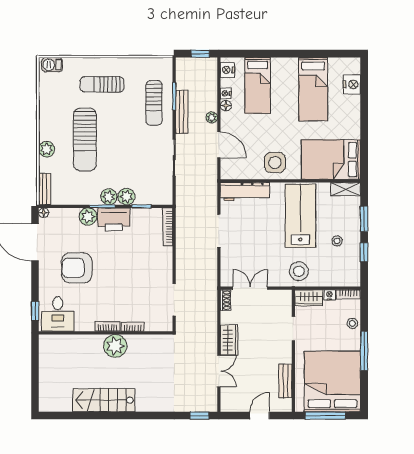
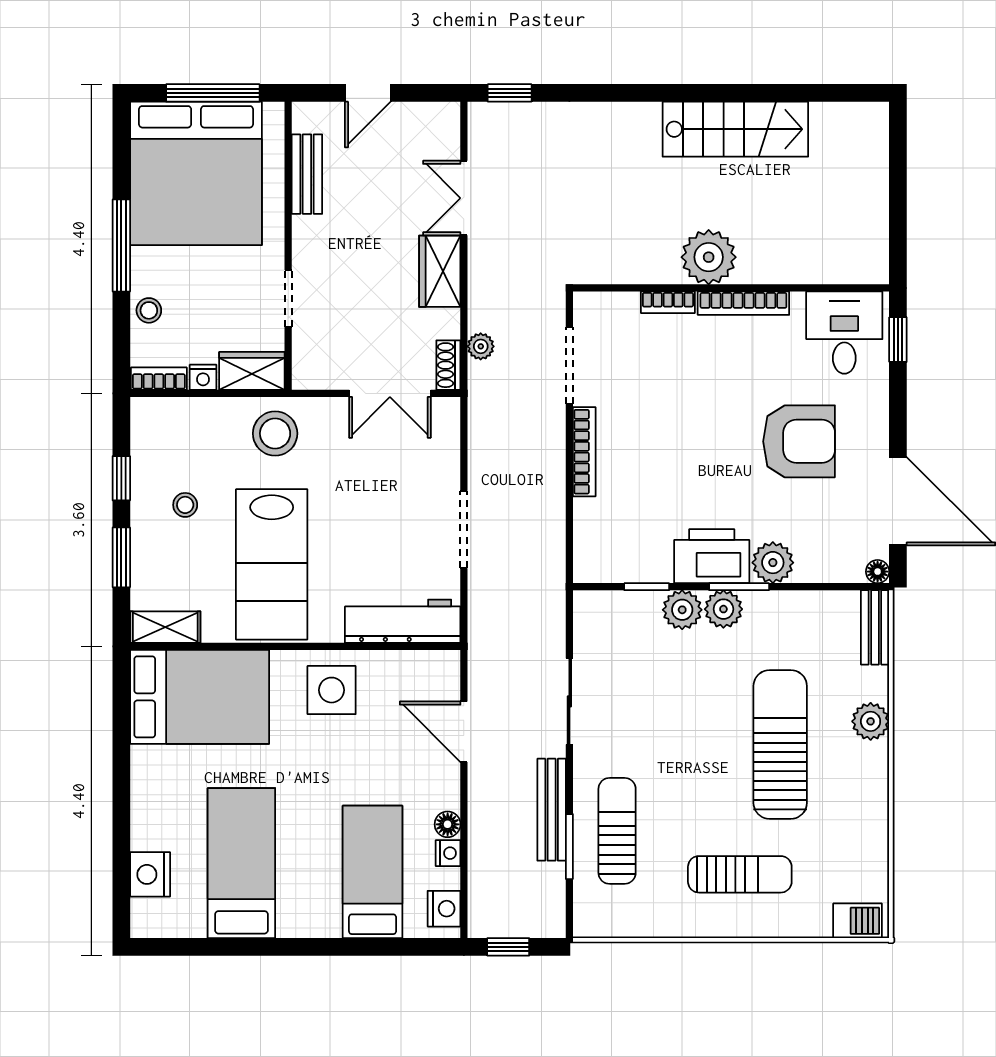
plant: (212, 117) -> (481, 346), moved
bookcase: (168, 227) -> (584, 452), moved
bookcase: (107, 326) -> (743, 303), width x1.56

